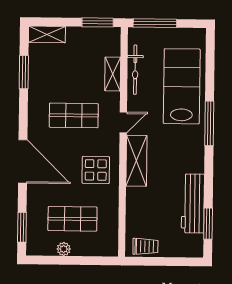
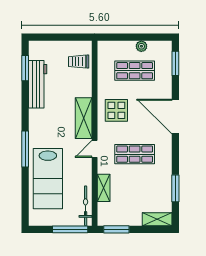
bicycle: (135, 70) -> (86, 206), moved
trolley: (145, 246) -> (79, 62), moved

